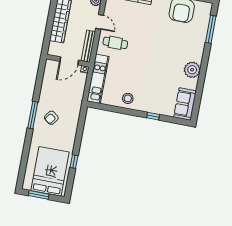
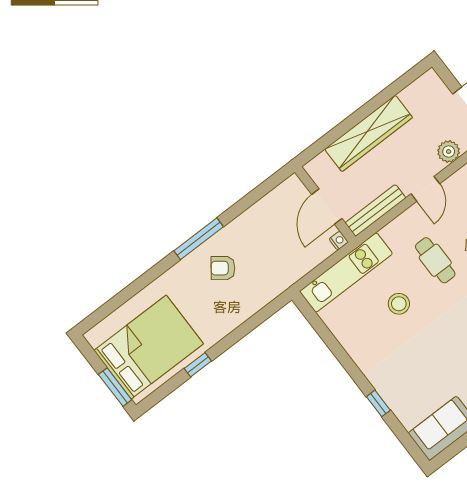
cafe table: (115, 43) -> (435, 260), moved
door: (69, 61) -> (327, 207), hinge flipped
stool: (128, 98) -> (399, 304), moved
window: (39, 195) -> (115, 387), moved

